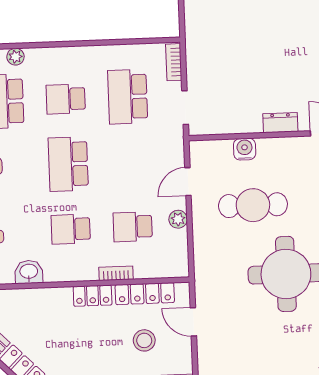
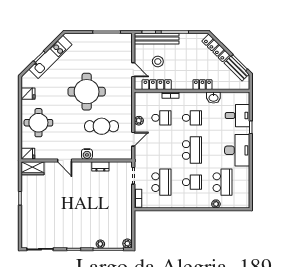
dresser: (280, 123) -> (100, 166), moved
water cooler: (245, 149) -> (87, 154), moved
locker: (93, 296) -> (202, 85), moved

